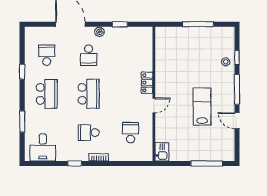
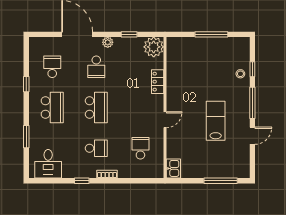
plant: (143, 36) -> (154, 47), added
locker: (147, 83) -> (158, 82), moved
door: (237, 121) -> (252, 136), swing flipped
school desk: (89, 133) -> (96, 148), turned 180

